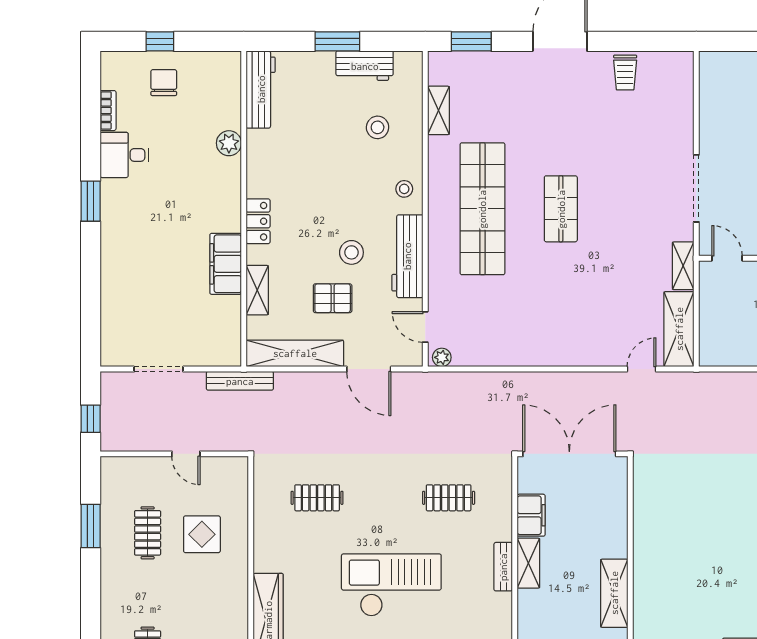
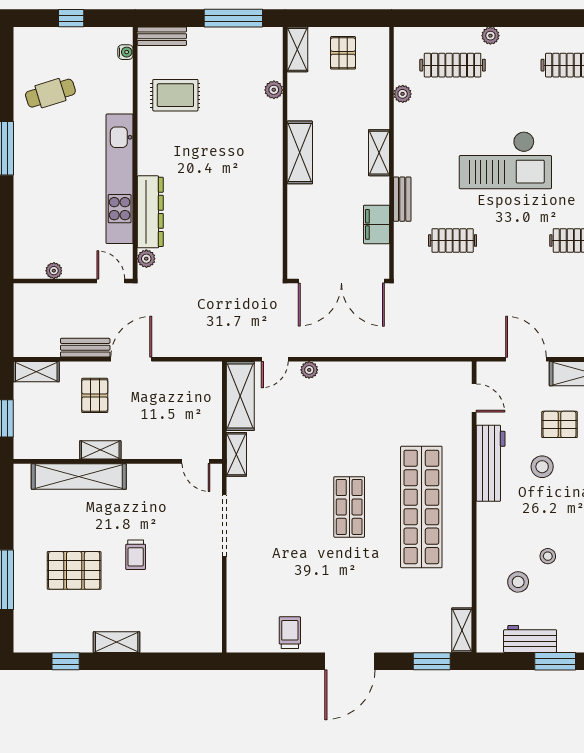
shelving: (439, 110) -> (462, 630), moved
stool: (404, 189) -> (548, 556), moved
plant: (442, 357) -> (309, 370), moved
shelving: (528, 563) -> (379, 153), moved
bench: (503, 567) -> (402, 199), moved

